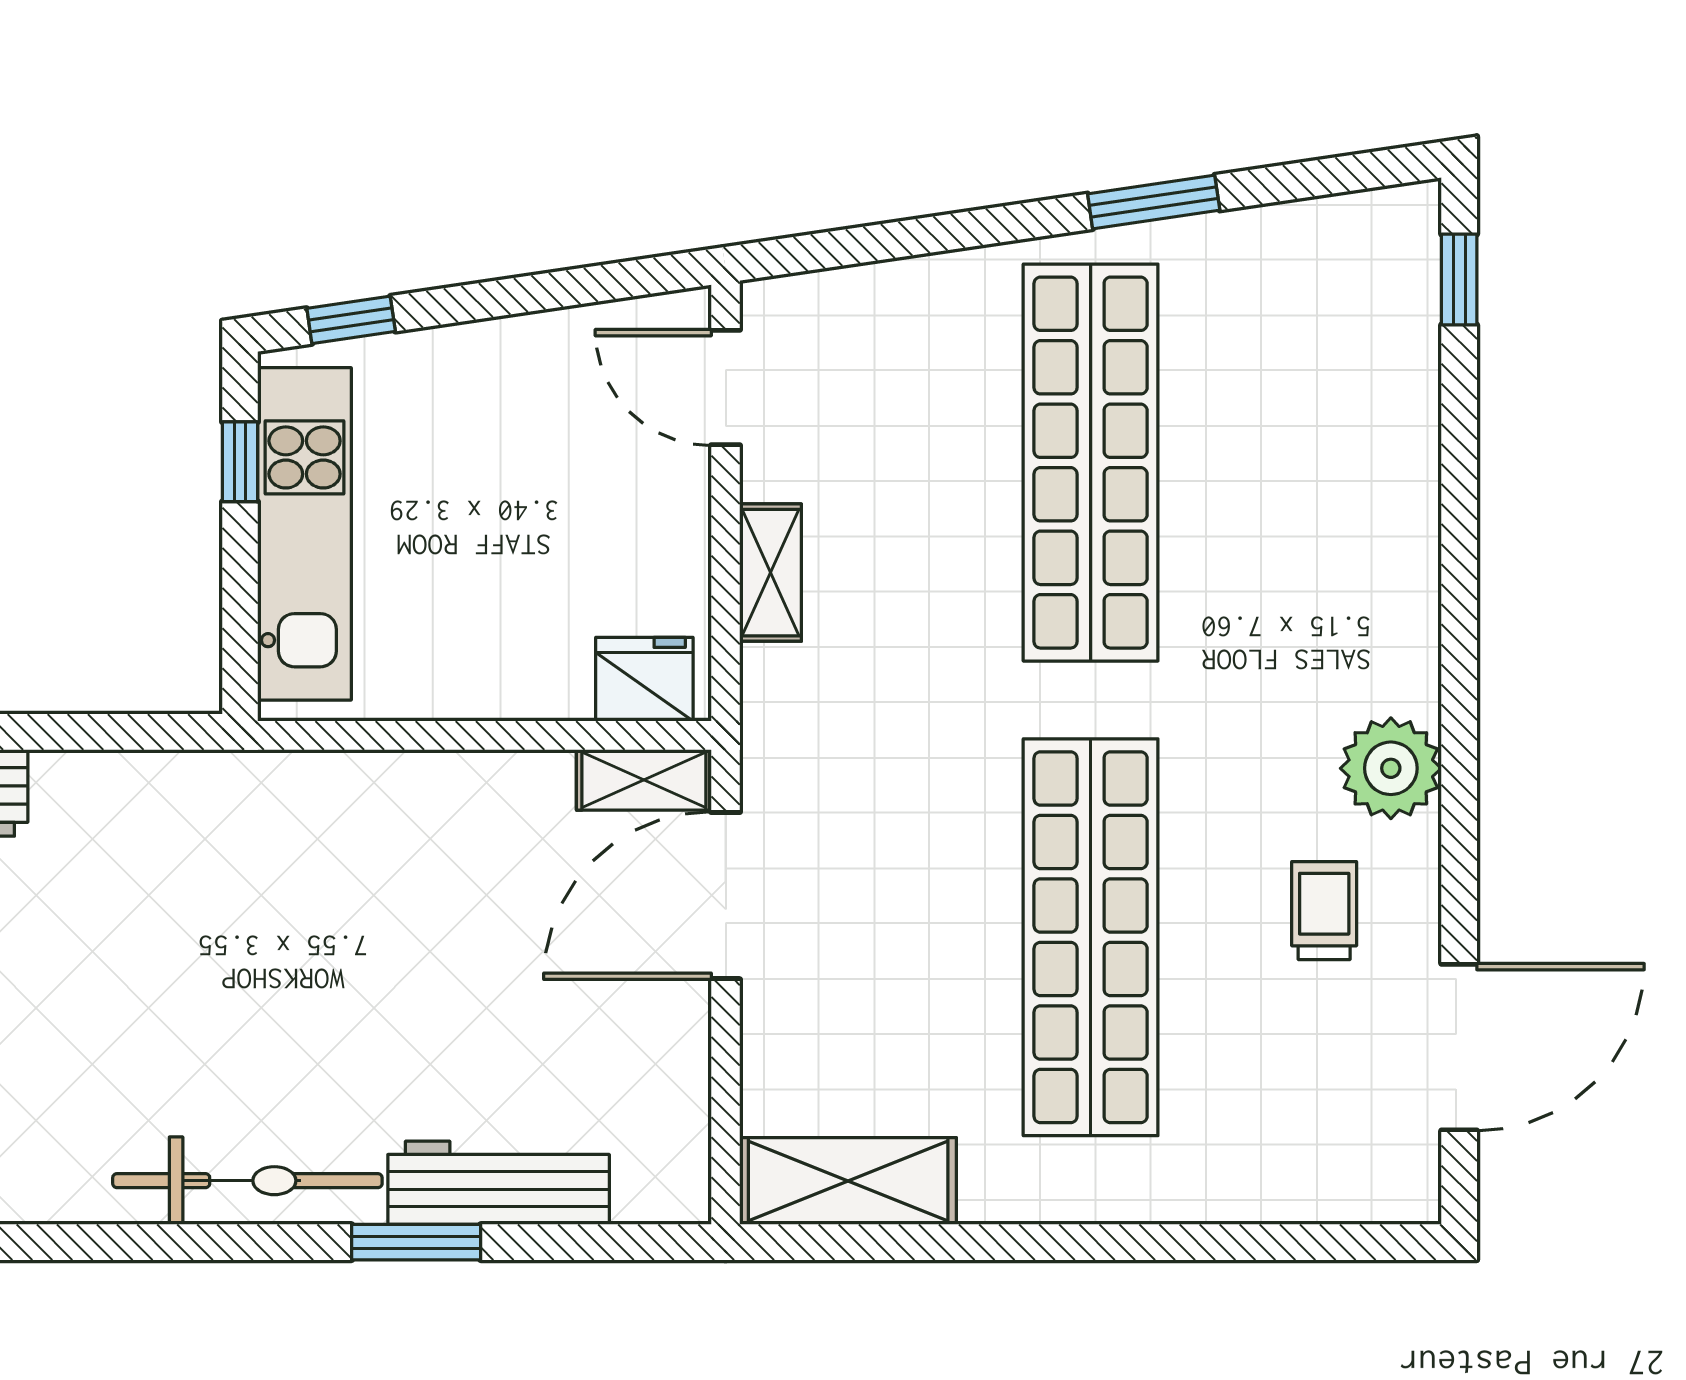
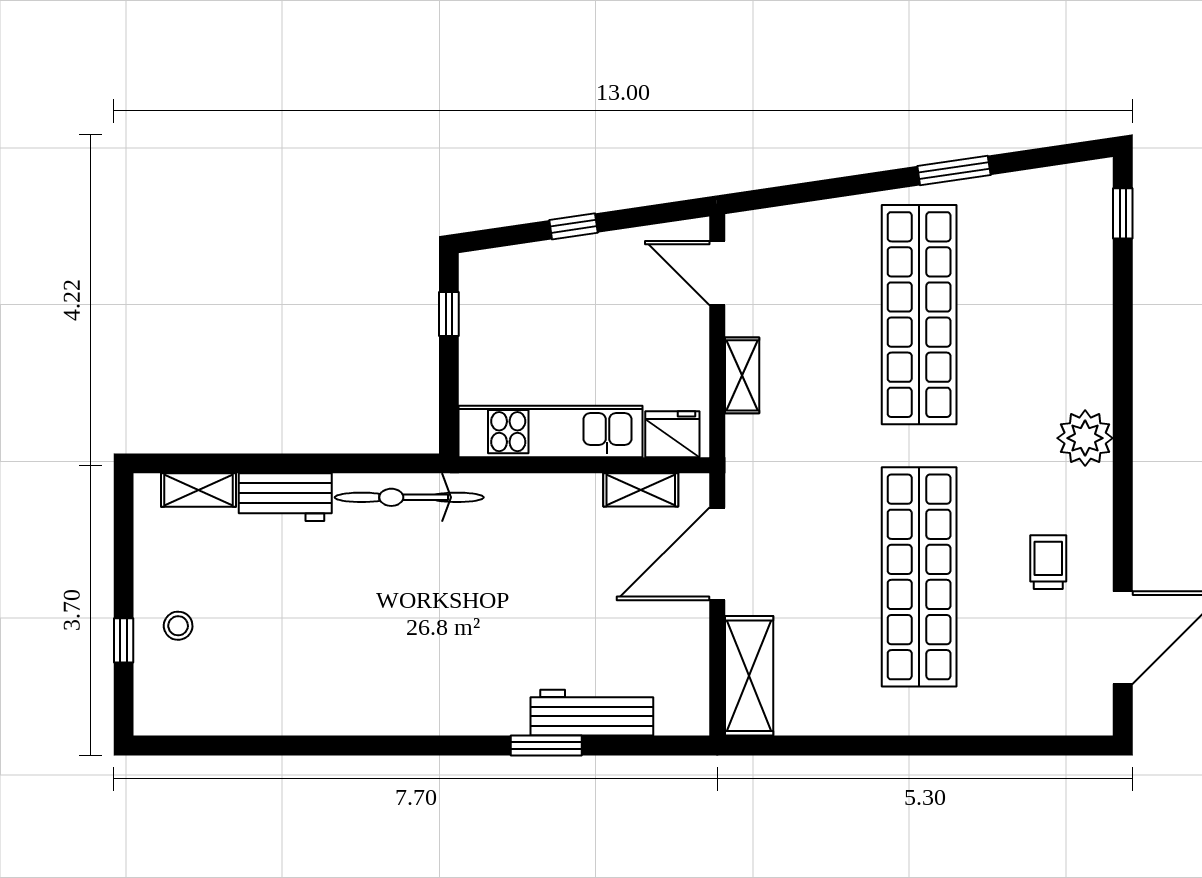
window: (351, 320) -> (573, 226), moved
kitchen unit: (305, 534) -> (551, 432), moved, turned -90
plant: (1391, 768) -> (1085, 438), moved
shelving: (644, 780) -> (641, 490), moved
bicycle: (247, 1181) -> (409, 497), moved, turned 180
shelving: (848, 1181) -> (749, 676), moved, turned 90

